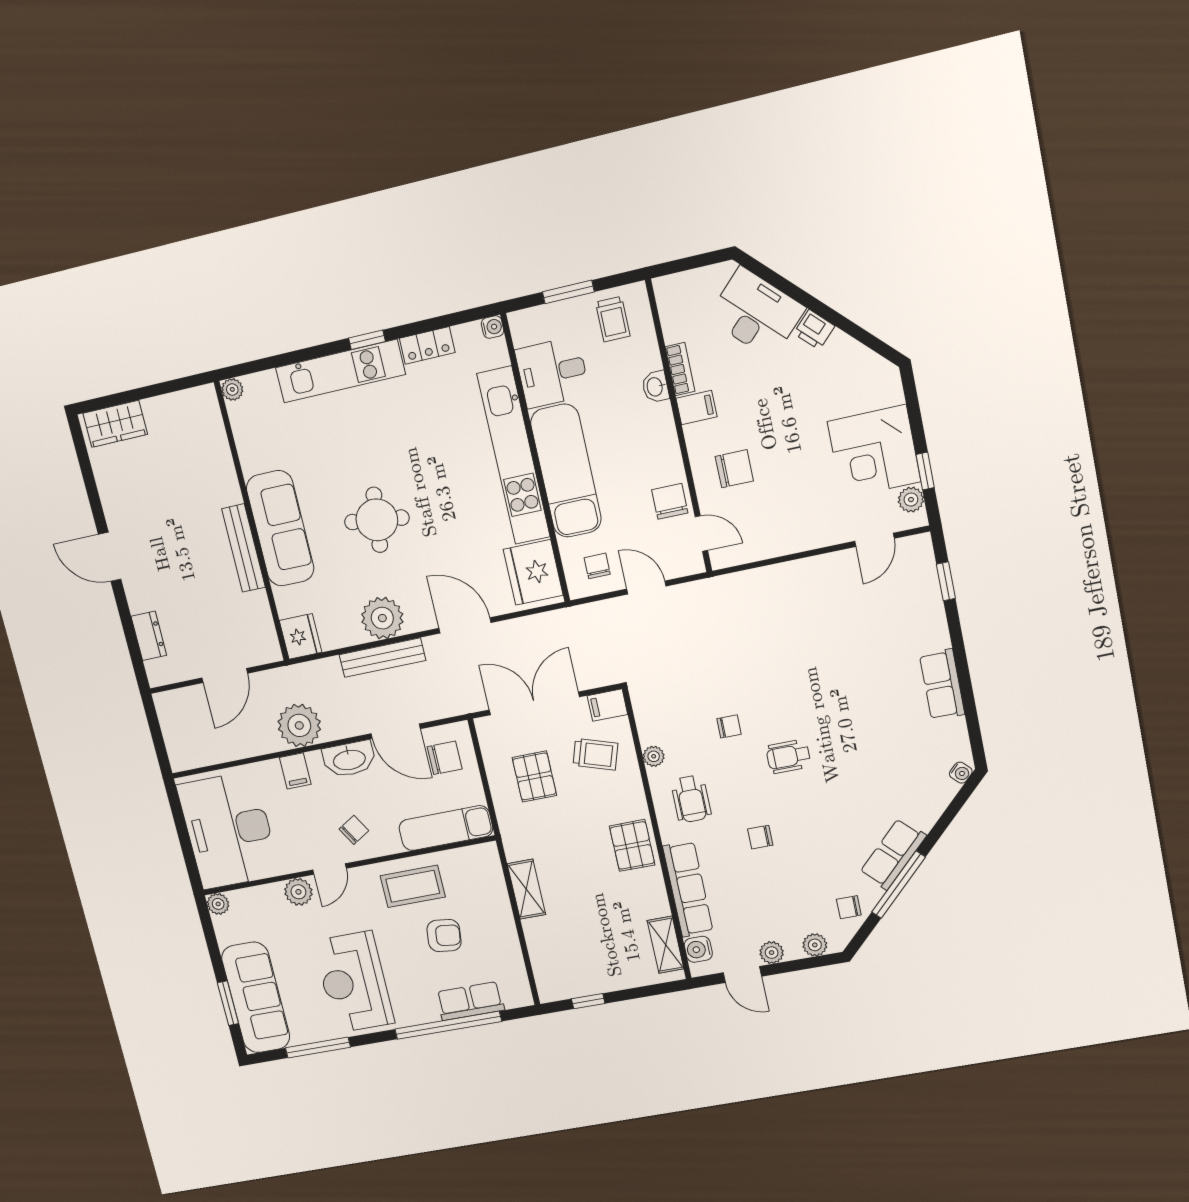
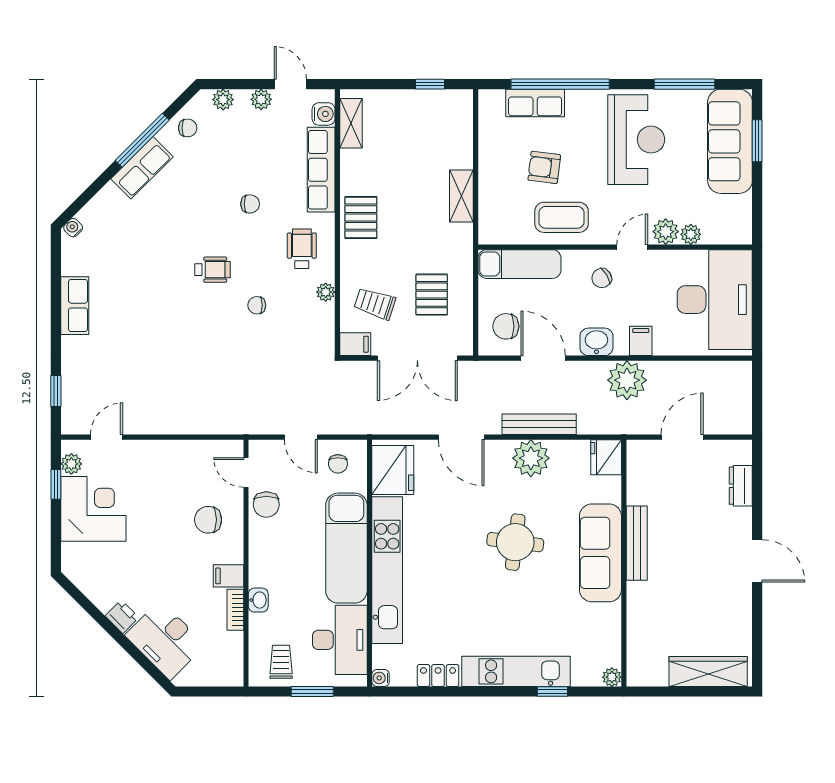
window: (367, 340) -> (552, 692), moved
desk: (552, 372) -> (340, 640), width x1.37
wardrobe: (115, 424) -> (708, 672), width x1.50
washbasin: (349, 759) -> (596, 342), width x0.72
plant: (218, 904) -> (691, 234), moved

